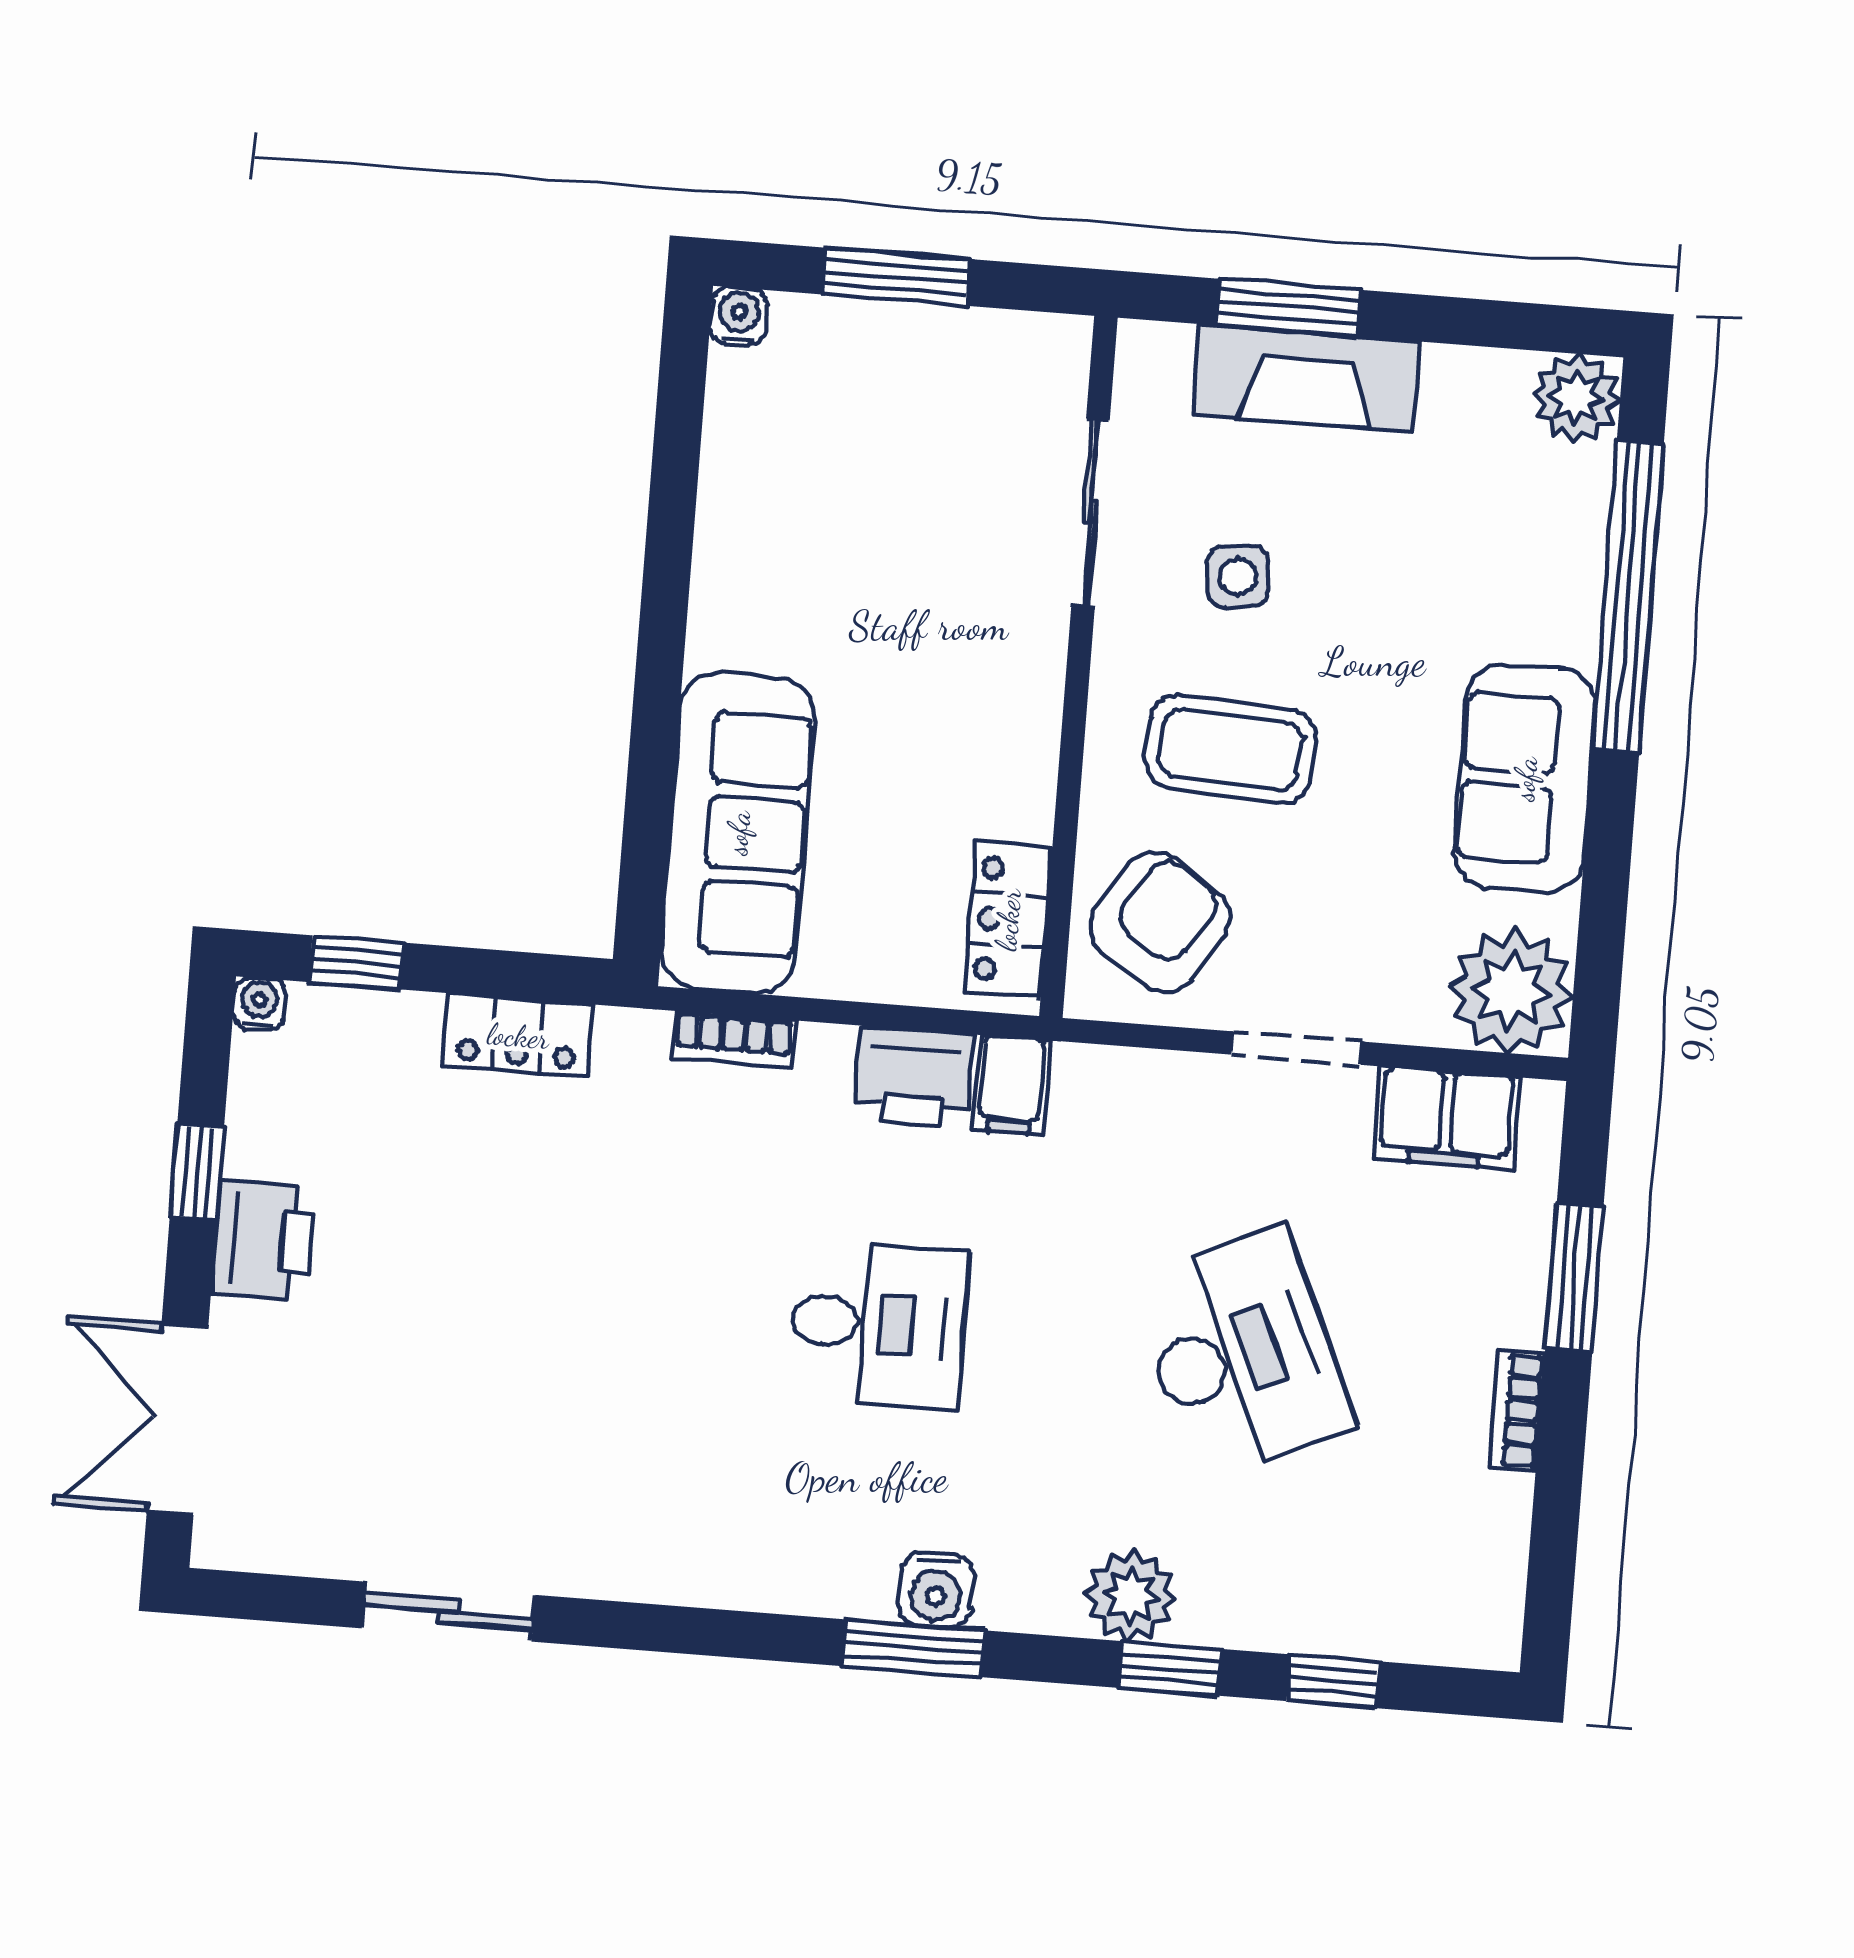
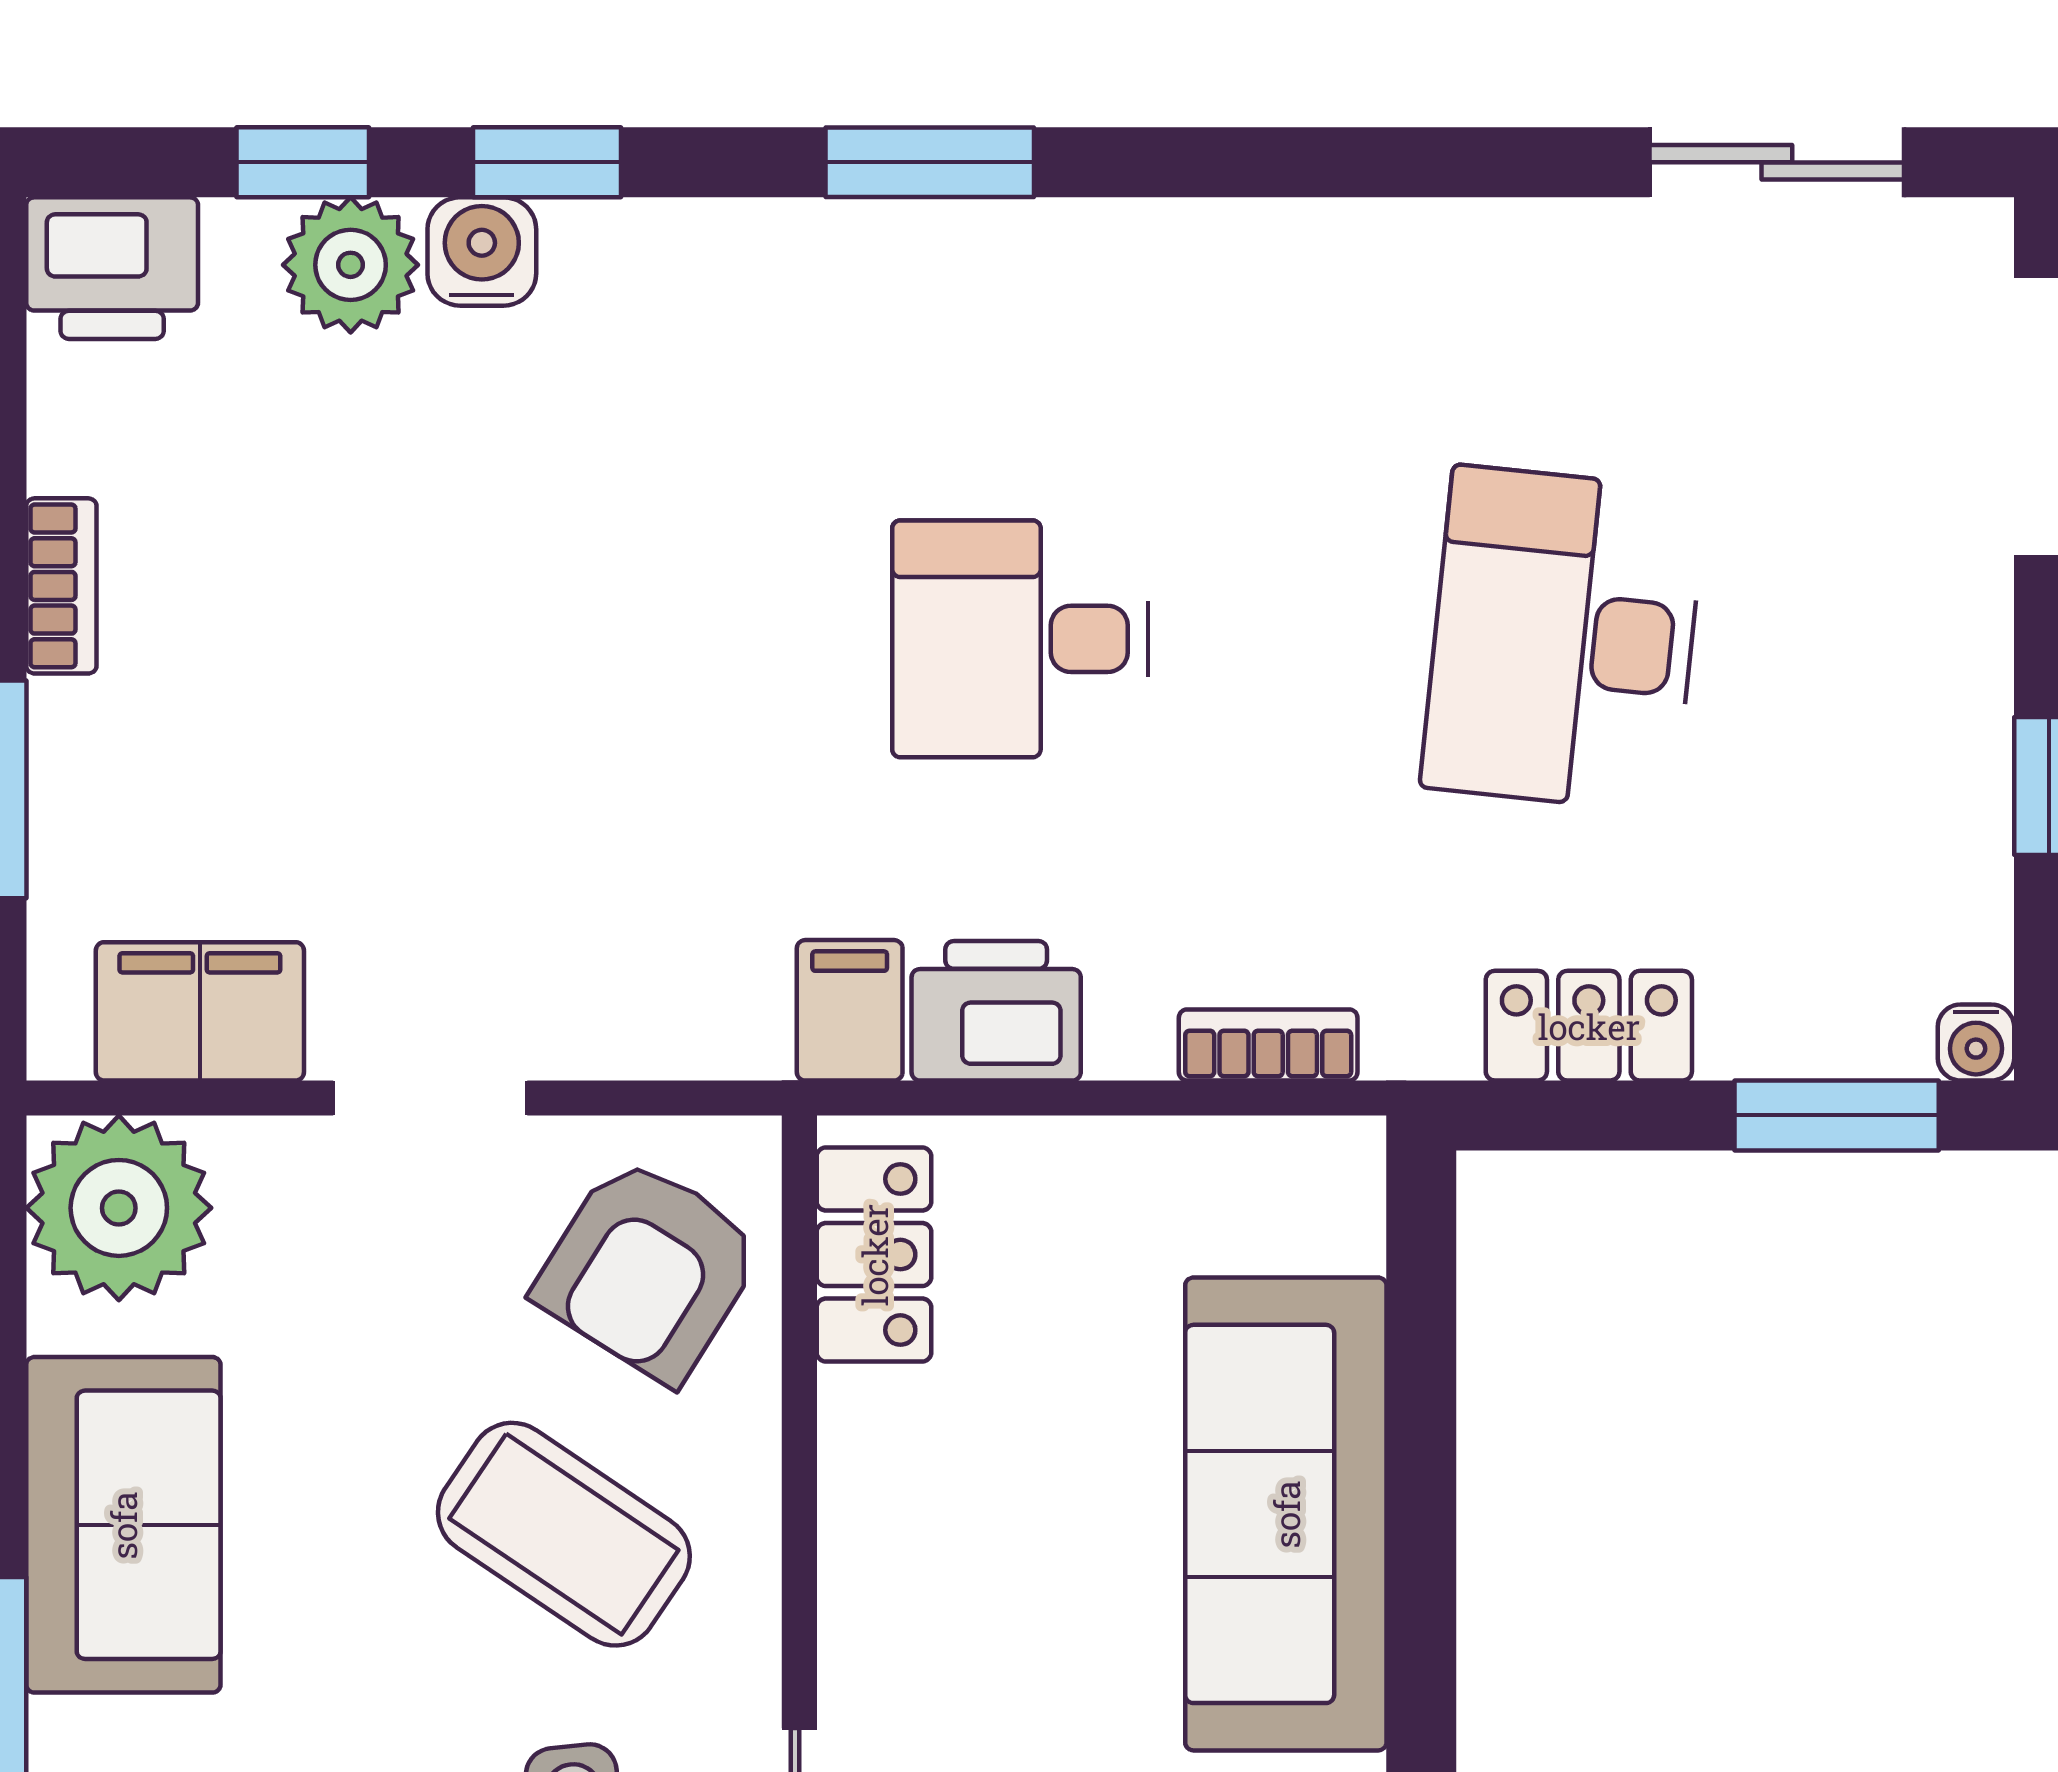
coffee table: (1231, 749) -> (564, 1534), turned 31
sofa: (738, 833) -> (1286, 1514), moved
window: (356, 962) -> (1837, 1115), width x1.50
printer: (263, 1240) -> (112, 268), moved, turned -90
desk: (1242, 1353) -> (1563, 639), moved, turned 30
water cooler: (936, 1590) -> (482, 251), moved
plant: (1131, 1596) -> (351, 265), moved
sliding door: (448, 1612) -> (1777, 162), moved

